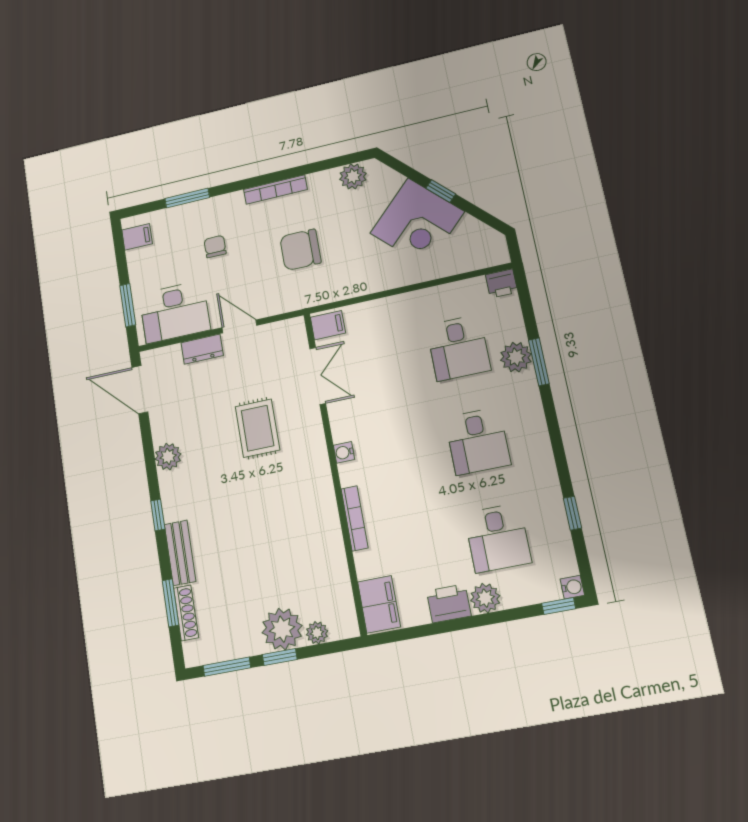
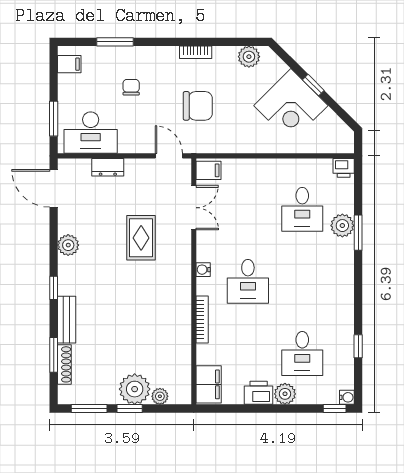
bookcase: (275, 190) -> (196, 52), width x0.64
chair: (300, 250) -> (198, 106), turned 180
door: (239, 326) -> (169, 156), moved
desk: (478, 441) -> (248, 281), moved

